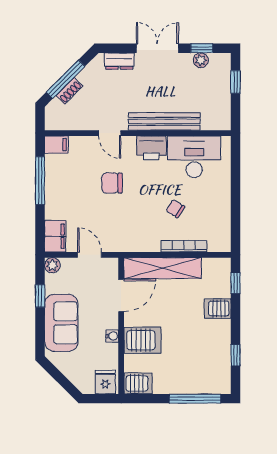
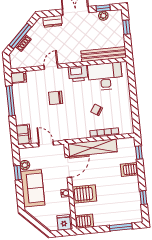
bench: (164, 121) -> (104, 54), moved
door: (110, 133) -> (51, 67), swing flipped
plant: (52, 265) -> (25, 165), moved
window: (195, 399) -> (121, 227), width x0.69

